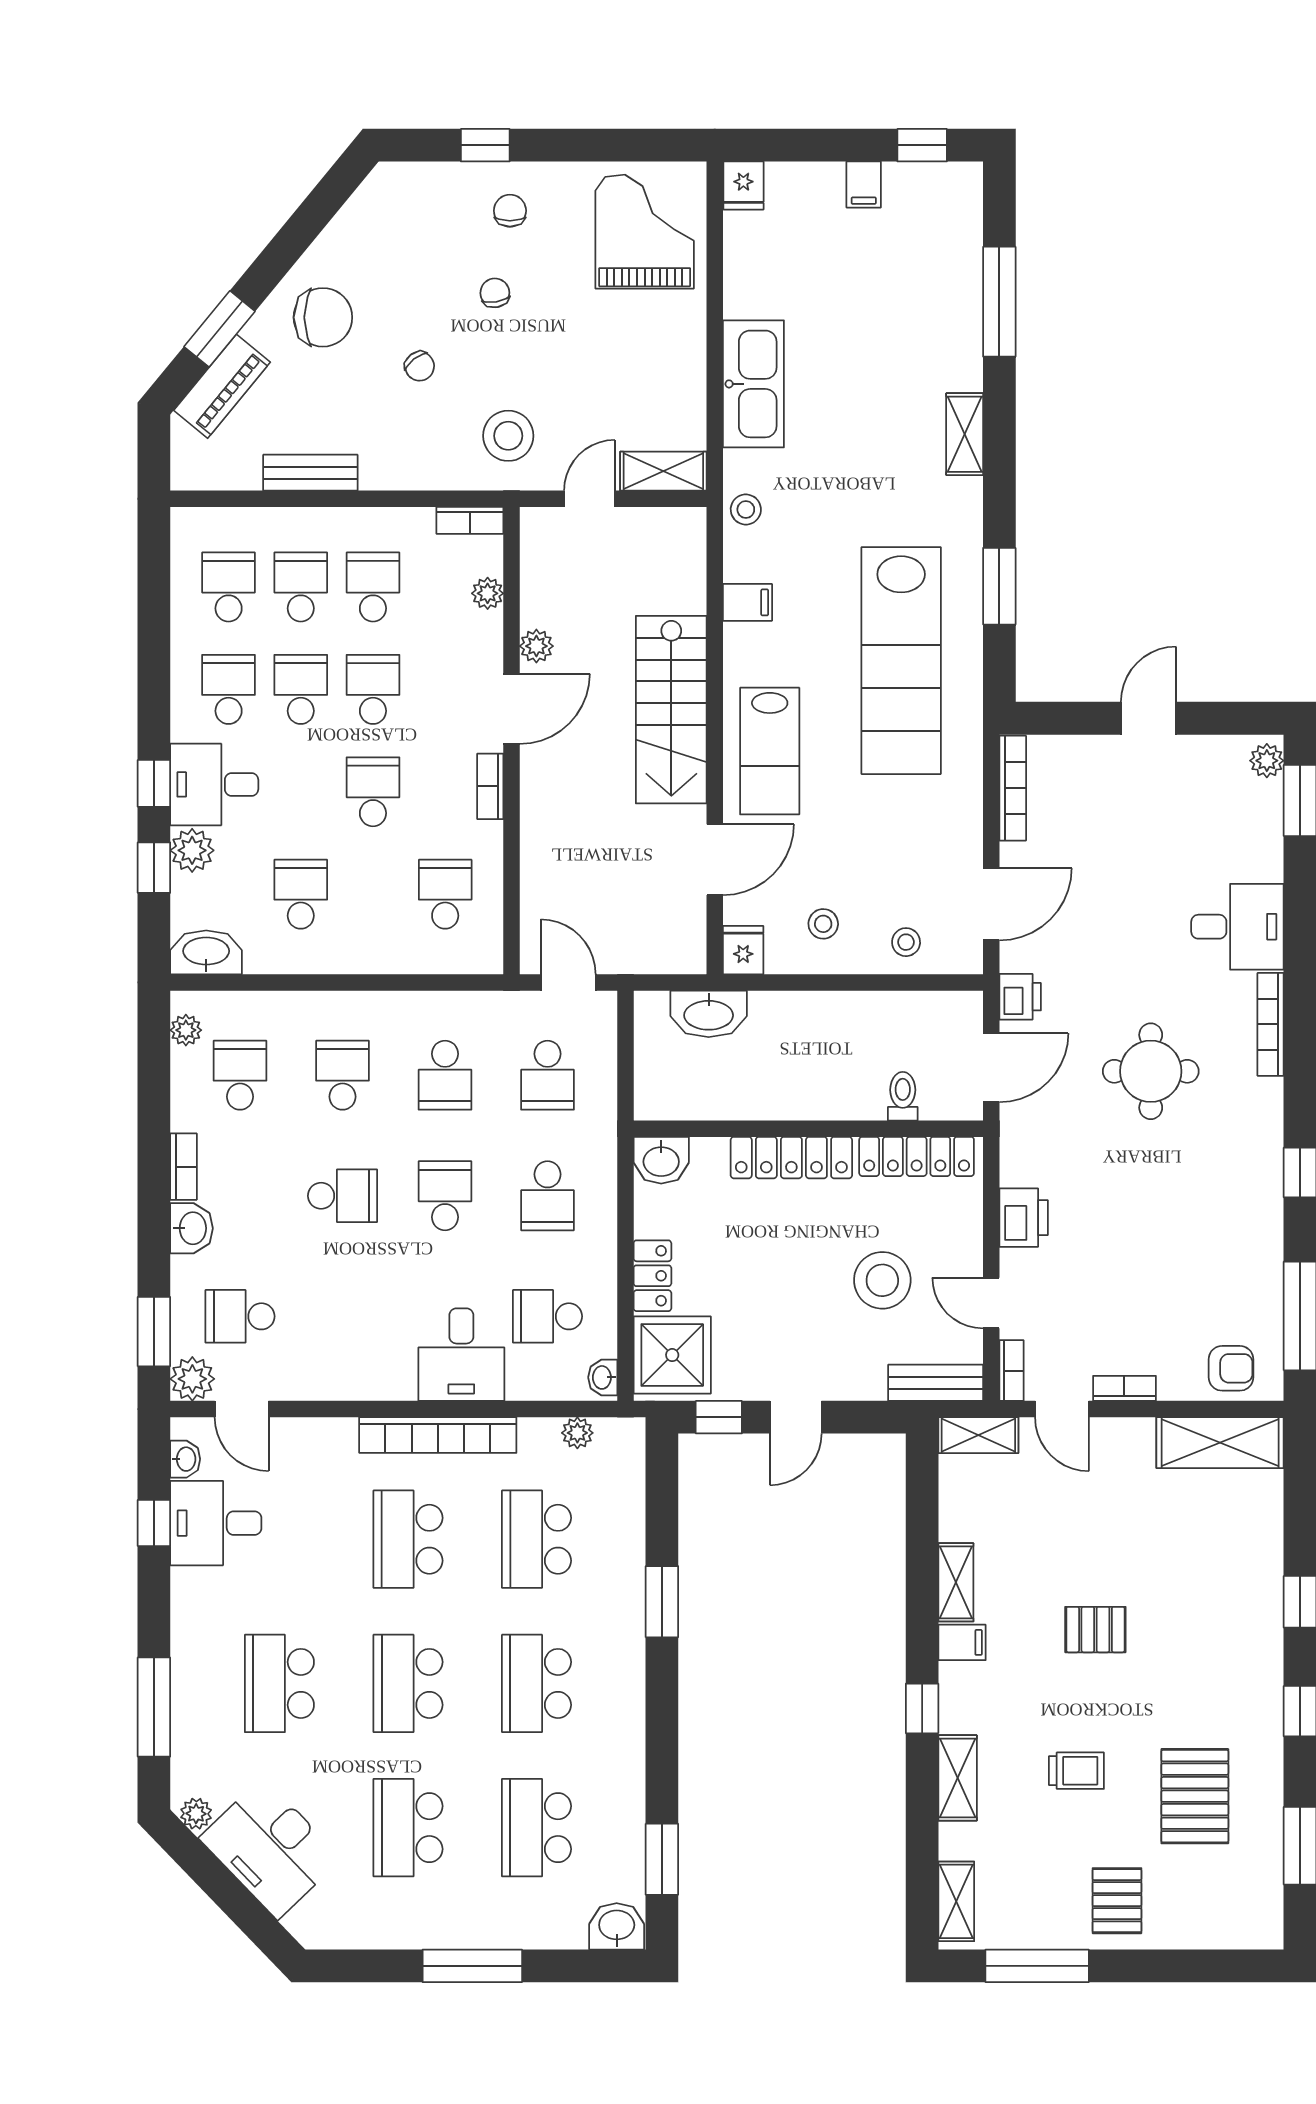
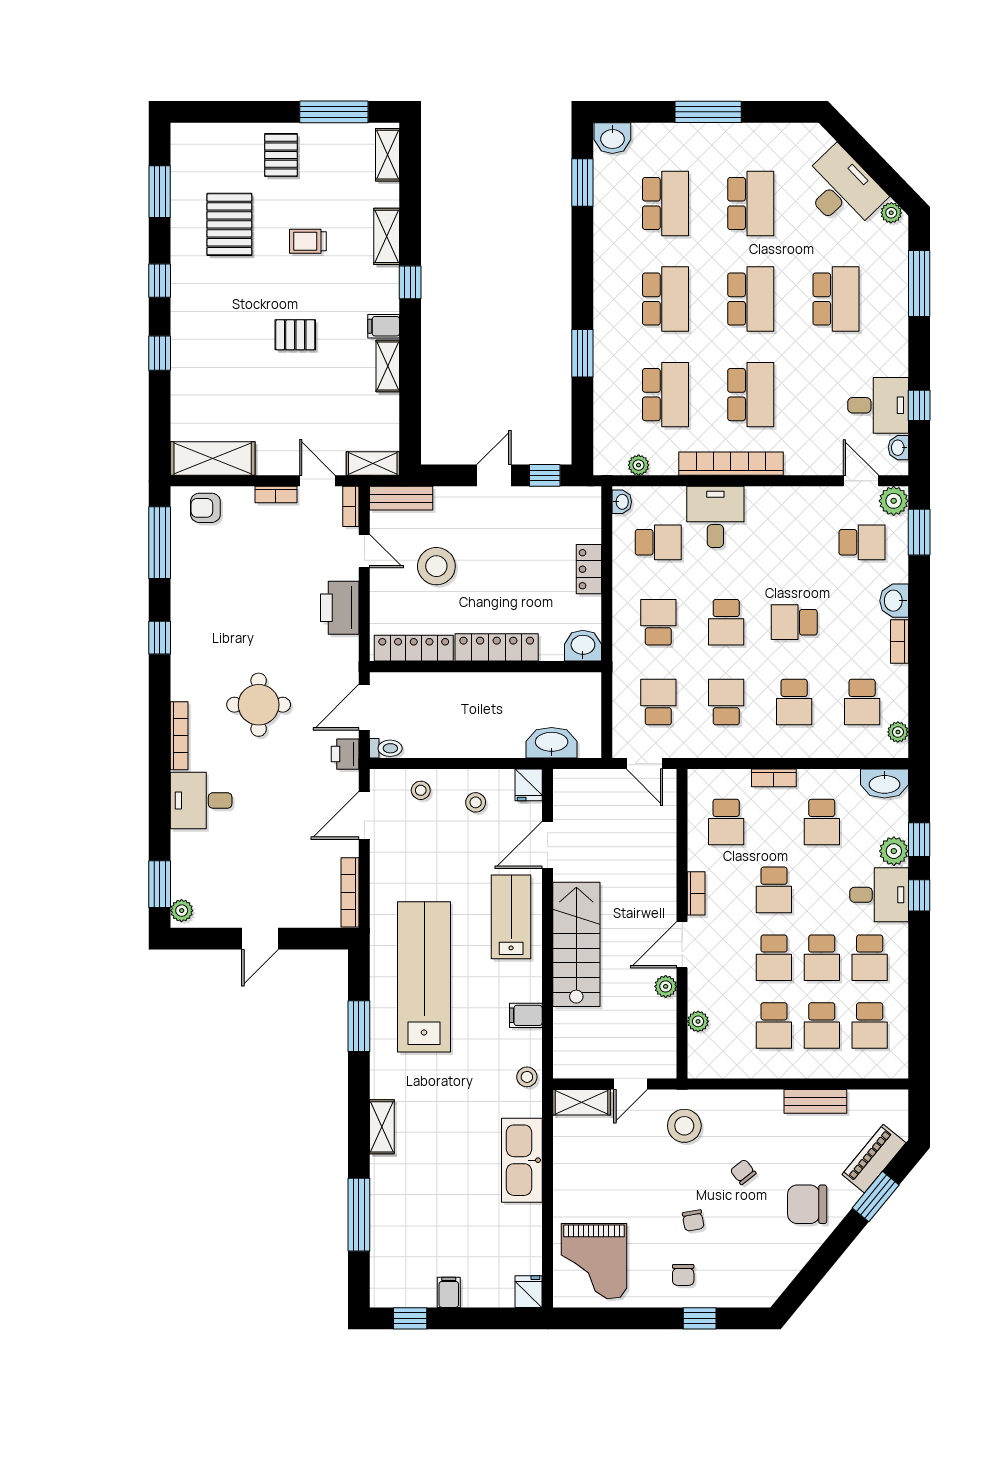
bookcase: (470, 520) -> (774, 778), moved, turned 180
toilet: (903, 1096) -> (386, 748), moved, turned -90
printer: (1024, 1218) -> (340, 608), width x1.37, depth x1.19
shower: (672, 1355) -> (576, 517), removed

